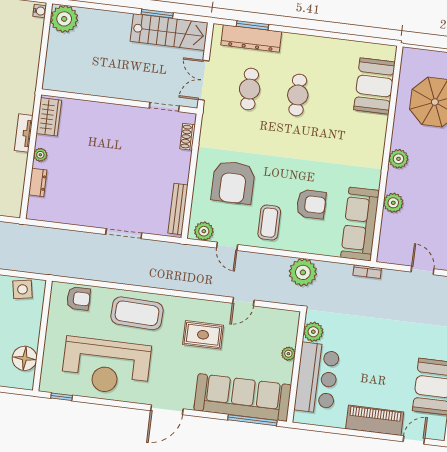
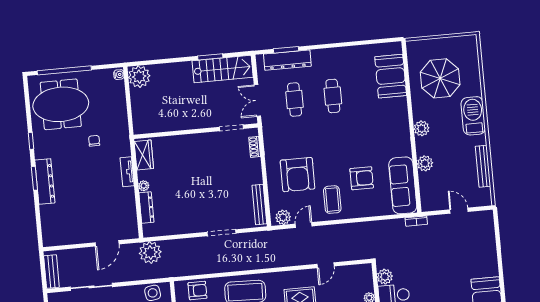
dresser: (38, 182) -> (146, 208), width x1.44
door: (227, 246) -> (304, 225), swing flipped
plant: (303, 272) -> (150, 253), moved

